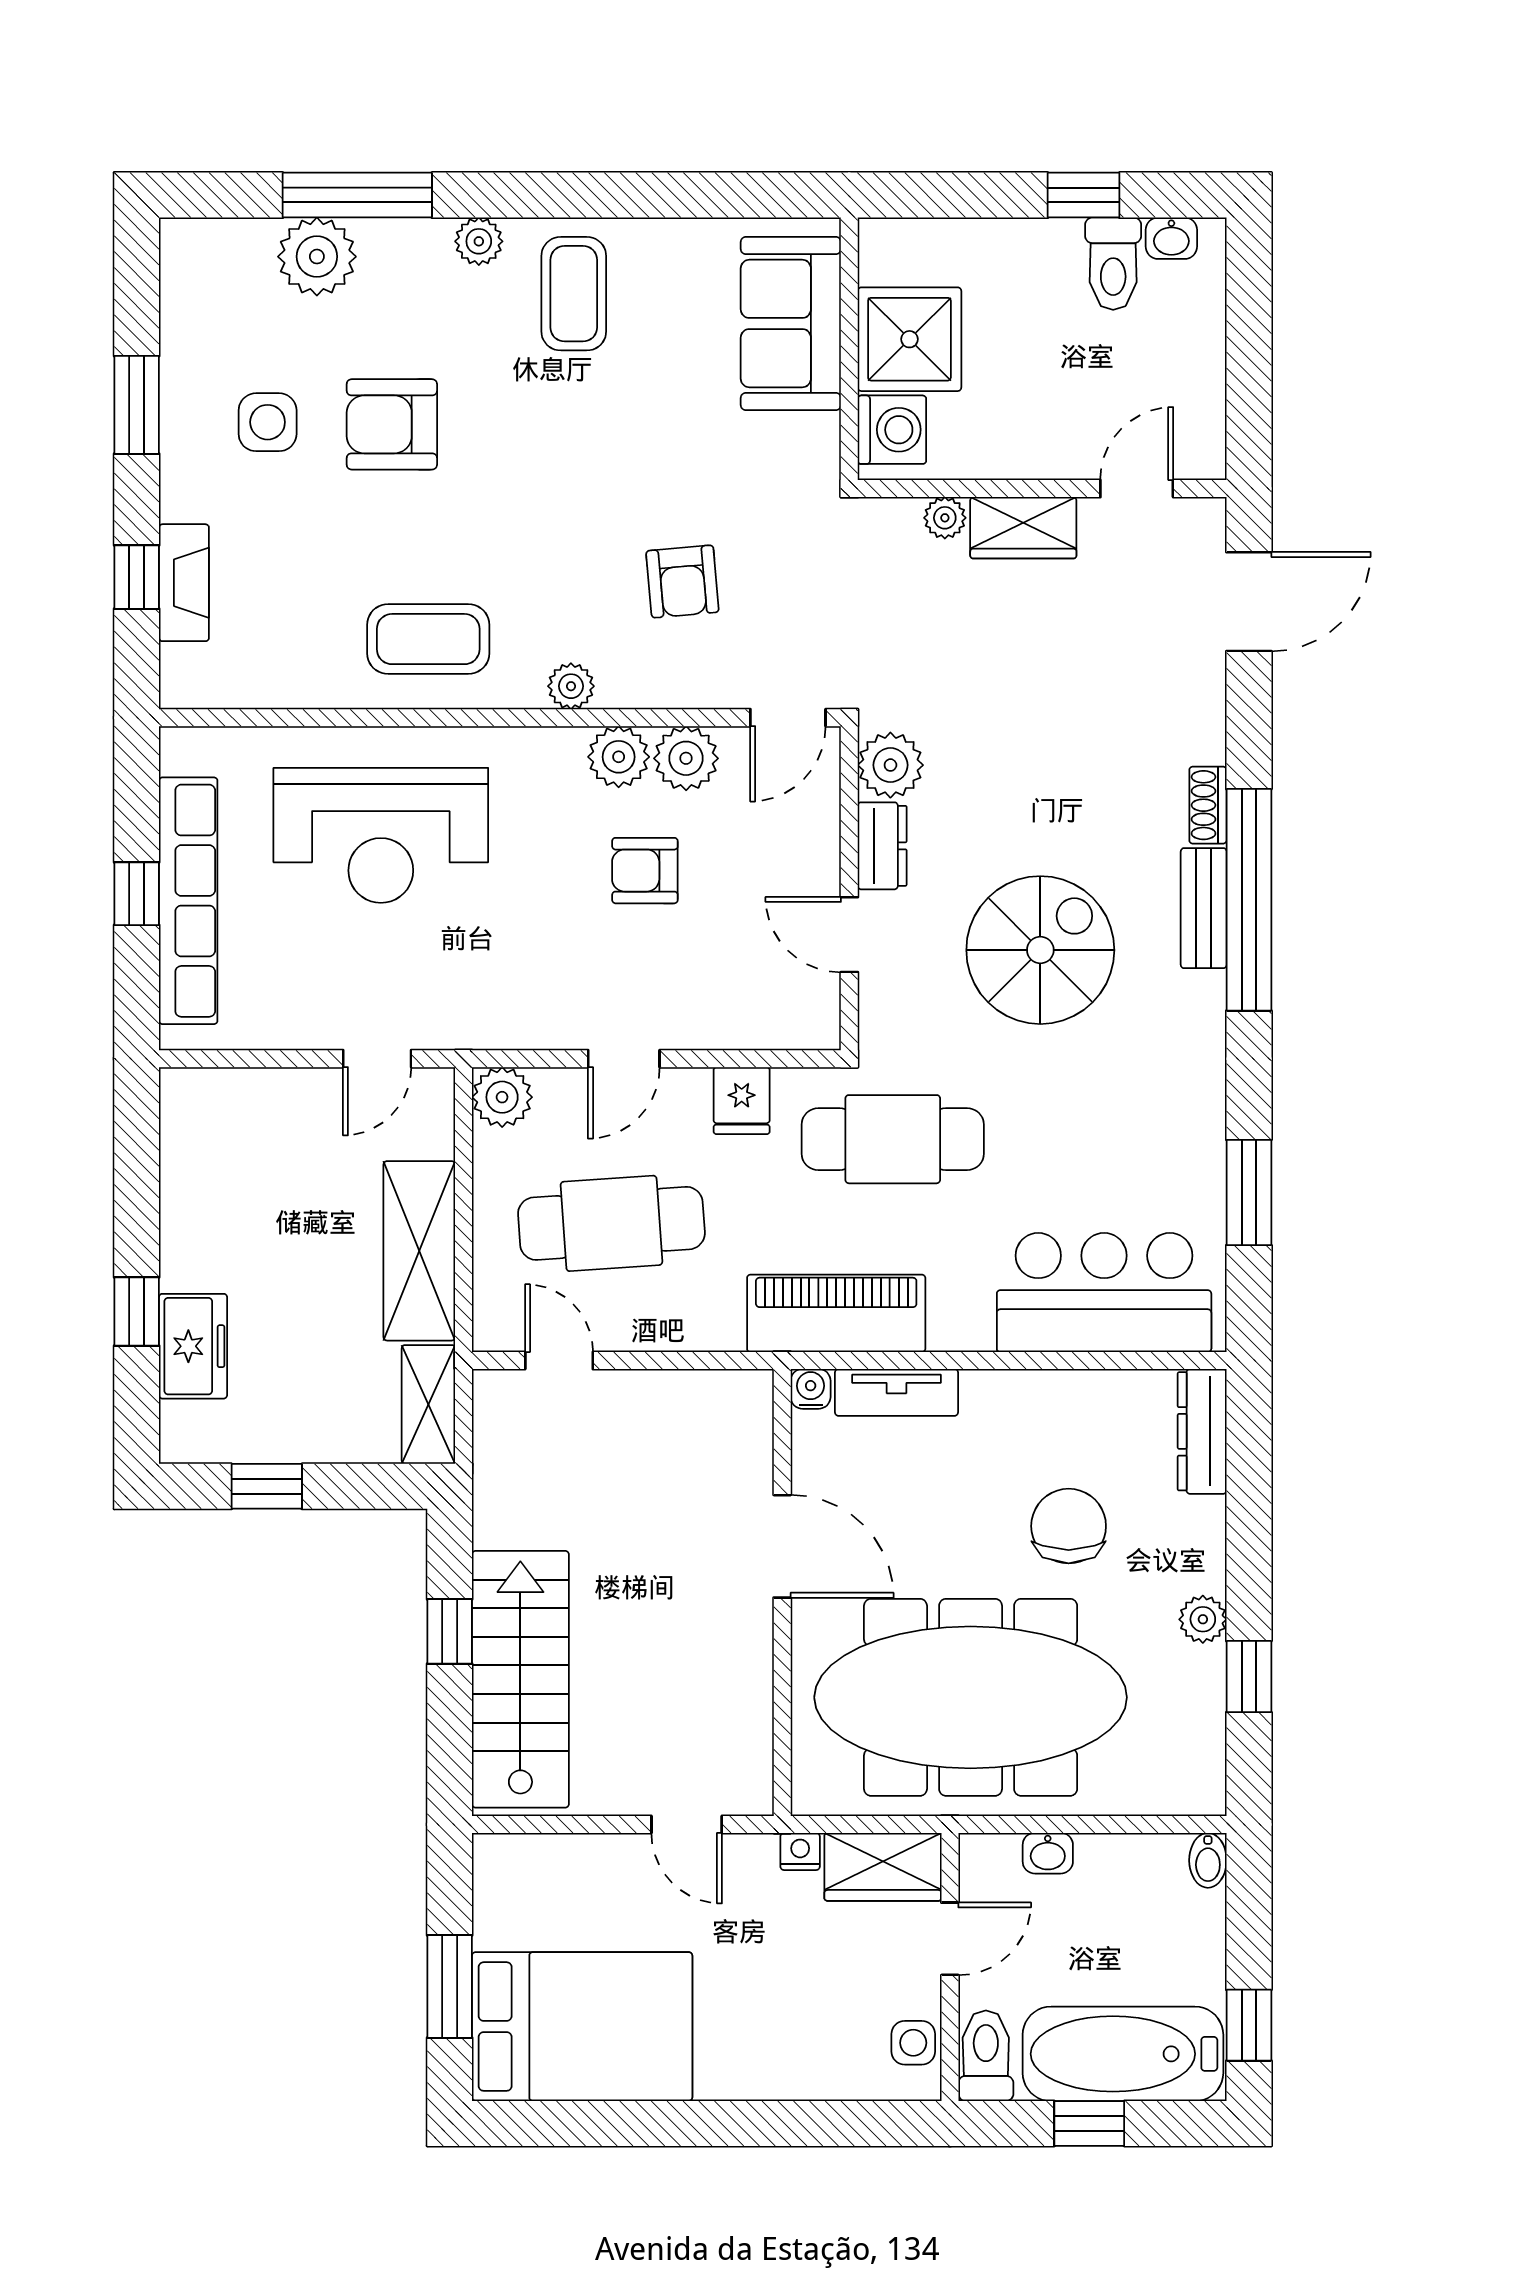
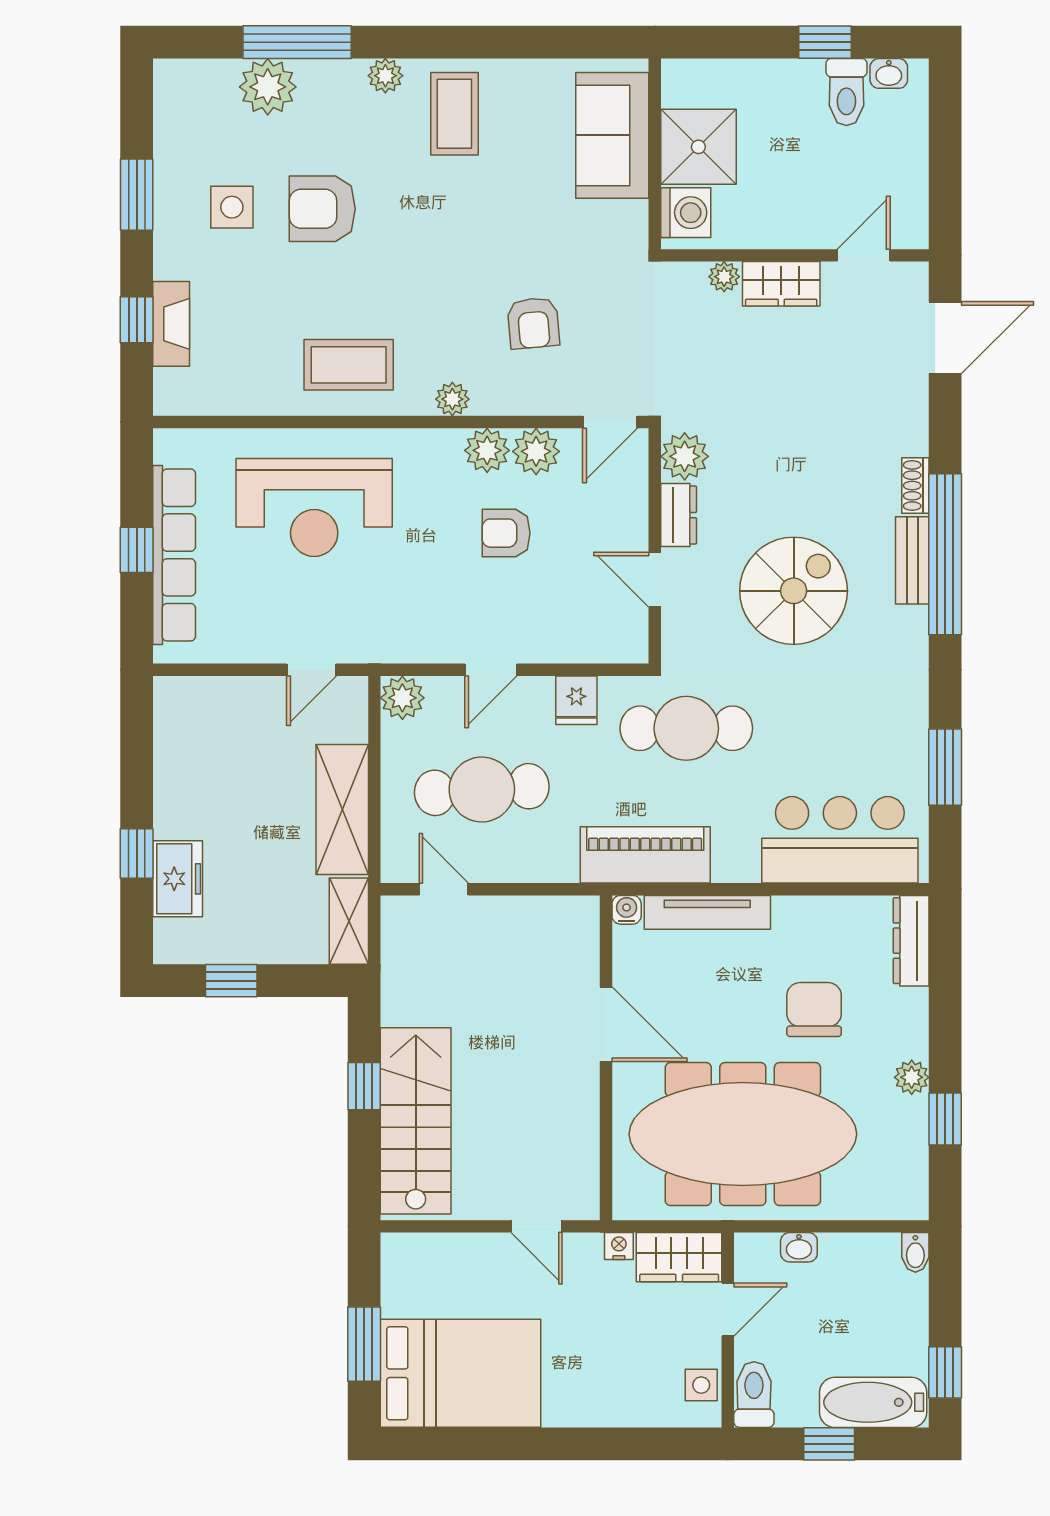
tv unit: (896, 1392) -> (707, 912), width x1.41
bathtub: (1123, 2054) -> (873, 1402), width x0.73, depth x0.73

